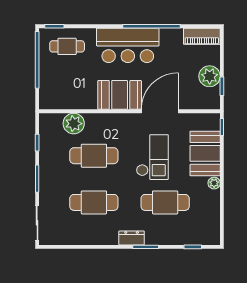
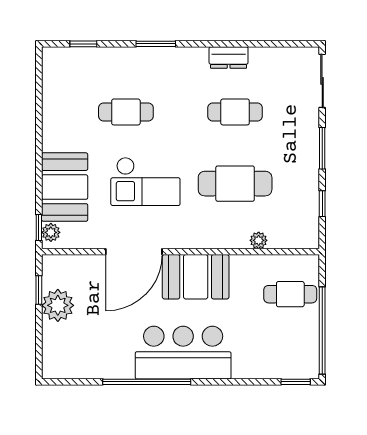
piano: (202, 36) -> (70, 367), removed
cafe table: (67, 46) -> (290, 294), moved
plant: (74, 124) -> (259, 240), width x0.53, depth x0.53
checkout: (152, 157) -> (145, 181), turned -90
plant: (214, 183) -> (51, 232), moved
cafe table: (94, 202) -> (235, 112), width x0.73, depth x0.74
cafe table: (165, 202) -> (126, 112), width x0.73, depth x0.74
dresser: (132, 238) -> (229, 57), moved

